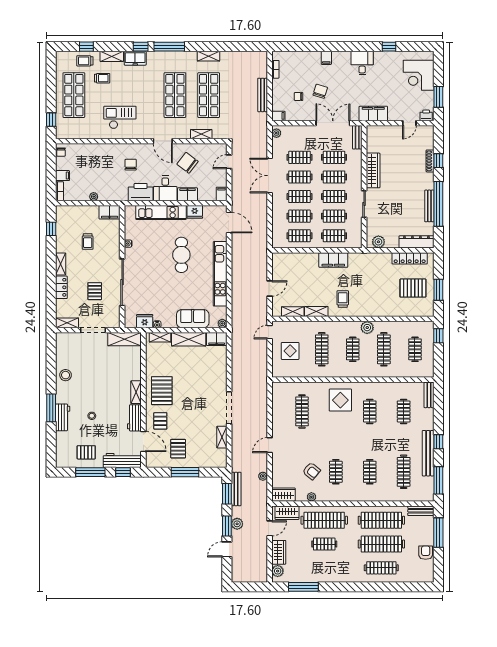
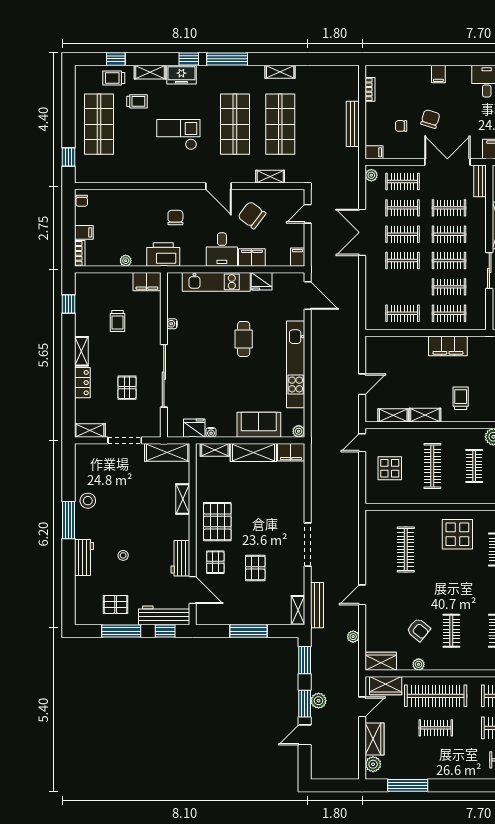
checkout: (120, 117) -> (178, 135), moved
printer: (141, 192) -> (163, 254), moved
clothes rail: (299, 216) -> (402, 181), moved
cafe table: (181, 255) -> (244, 339), width x0.73, depth x0.74
shelving: (136, 392) -> (183, 499), moved
window: (51, 408) -> (69, 520), moved
shelving: (222, 437) -> (298, 610), moved
pallet: (178, 449) -> (255, 568), moved
bench: (236, 489) -> (317, 605), moved

